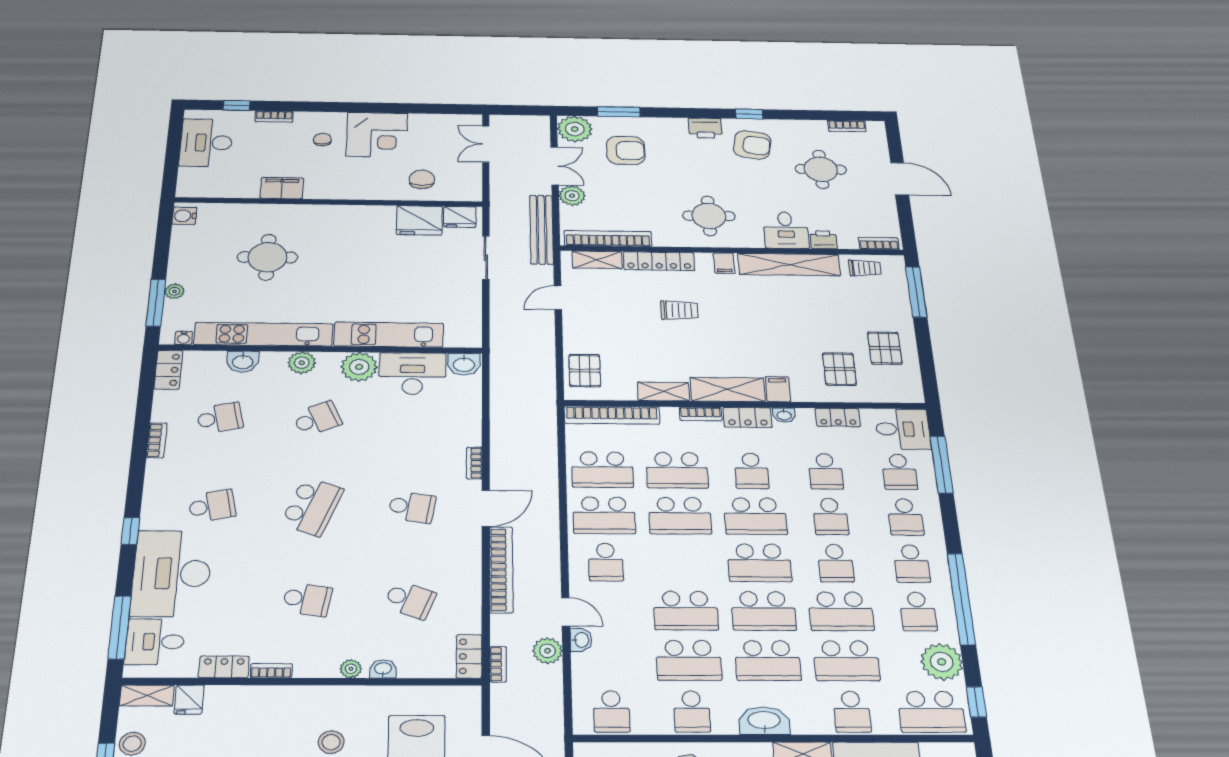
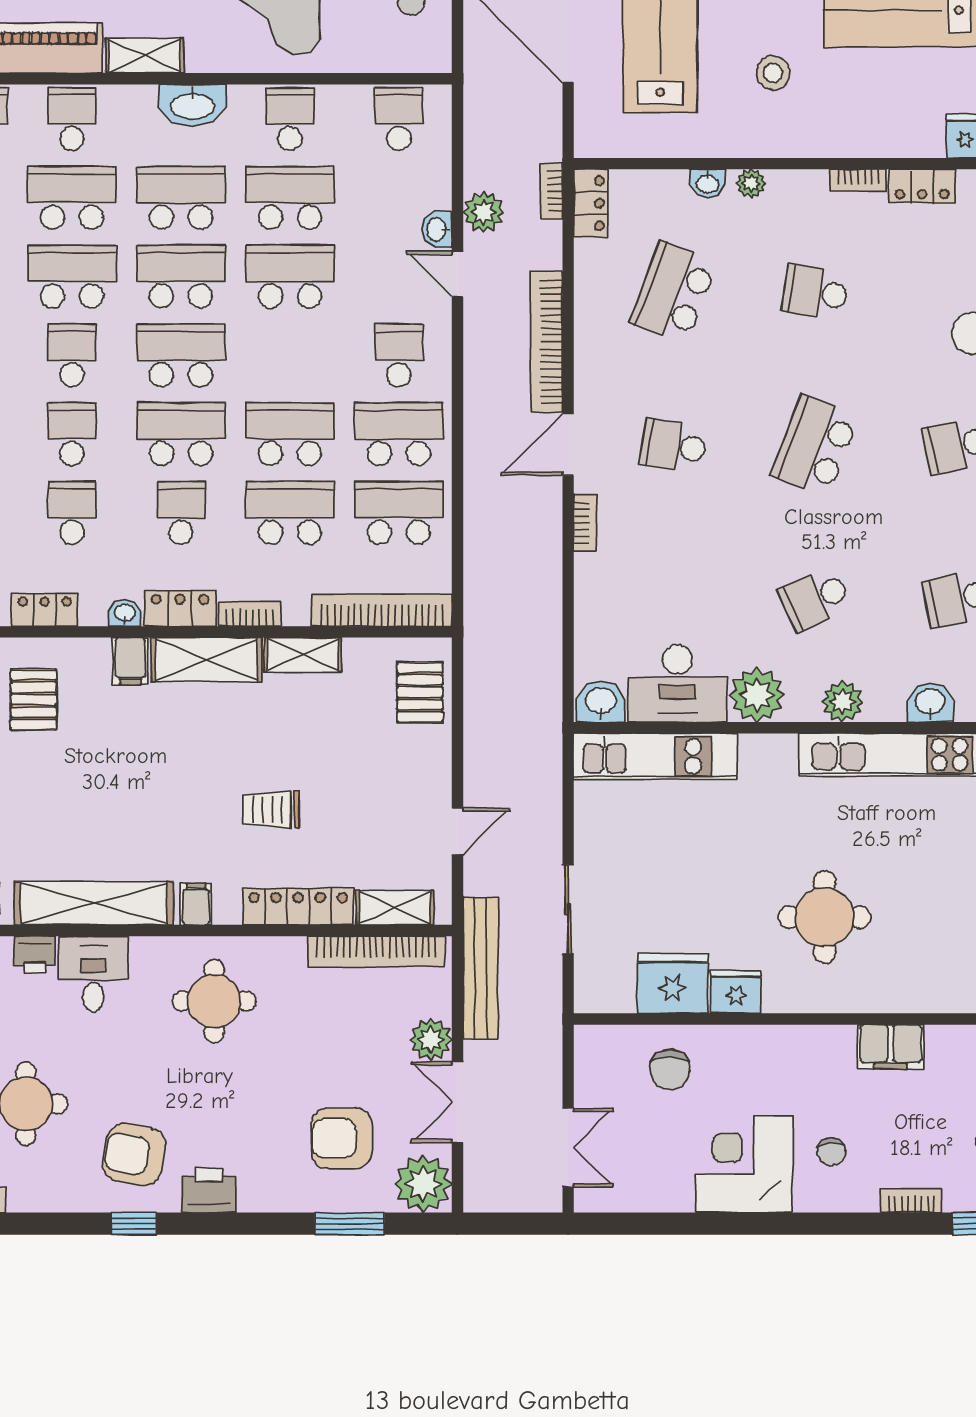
fridge: (460, 217) -> (736, 992), moved
round table: (267, 257) -> (825, 917), moved
kitchen unit: (389, 335) -> (655, 756), moved
school desk: (410, 600) -> (674, 292), width x1.85

